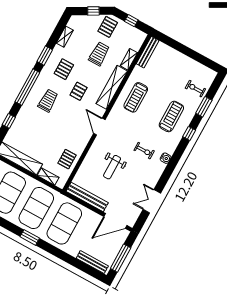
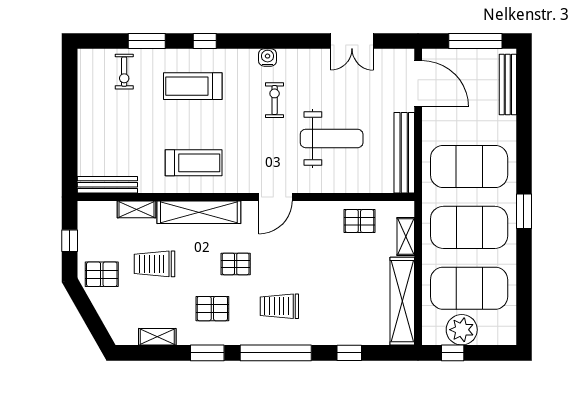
window: (93, 11) -> (88, 313), removed
weight bench: (112, 167) -> (332, 138), width x1.36, depth x1.33

